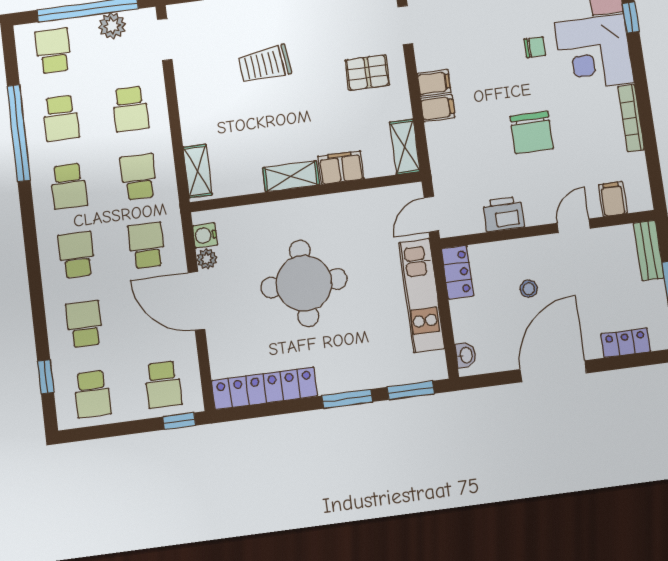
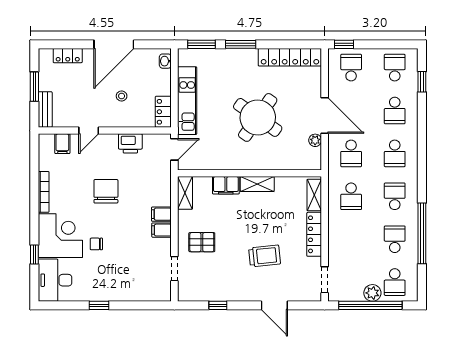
plant: (112, 26) -> (372, 293), moved
school desk: (130, 109) -> (351, 239), removed
locker: (190, 109) -> (314, 234), added
water cooler: (205, 235) -> (315, 155), removed
round table: (304, 283) -> (258, 117), turned 35

